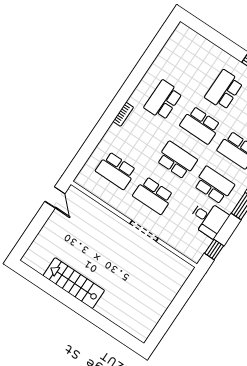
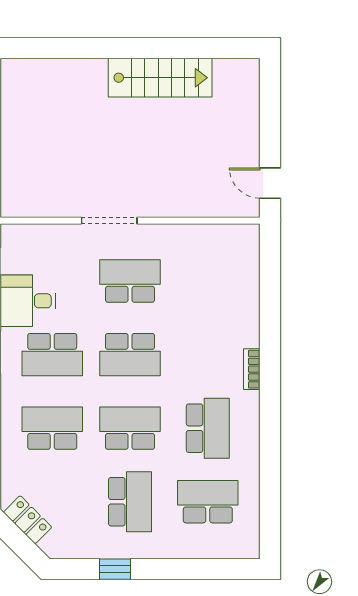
school desk: (116, 171) -> (208, 502), moved

